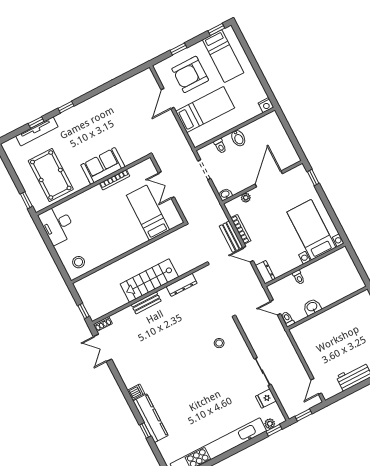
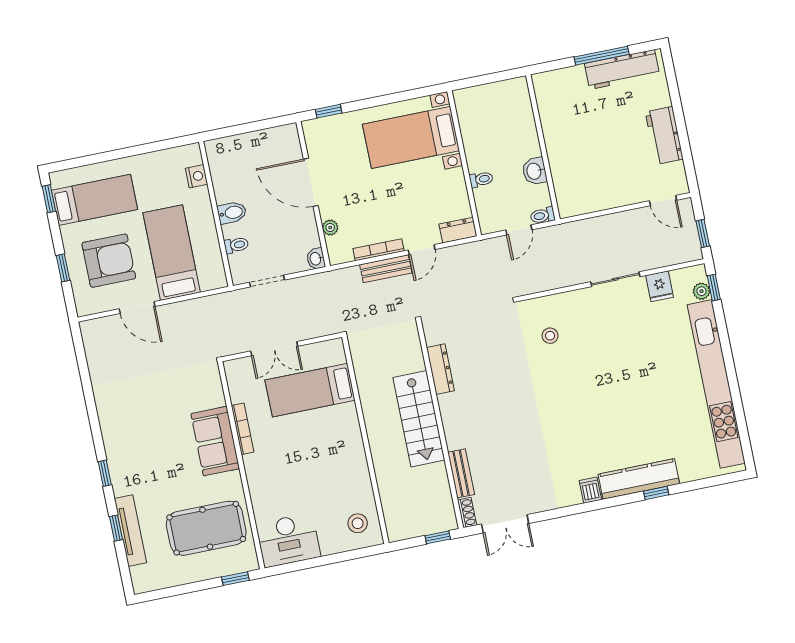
armchair: (190, 74) -> (109, 261), turned -90
nightstand: (266, 105) -> (197, 176), moved
bench: (146, 303) -> (461, 473), moved

